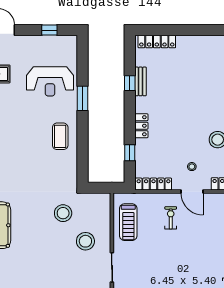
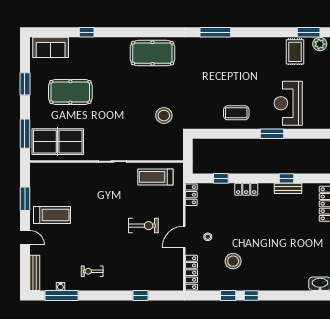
locker: (154, 184) -> (191, 195), width x0.66
exercise bike: (171, 218) -> (143, 226), moved, width x1.38, depth x1.39
stool: (85, 241) -> (137, 137), removed

